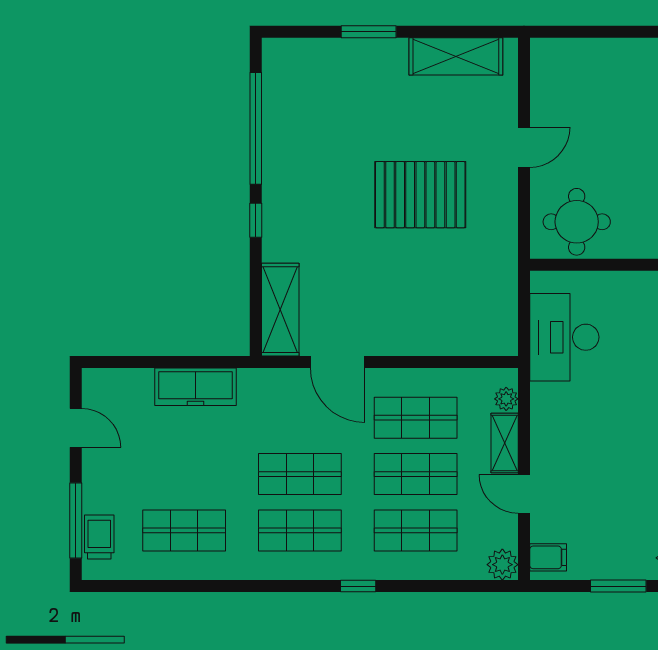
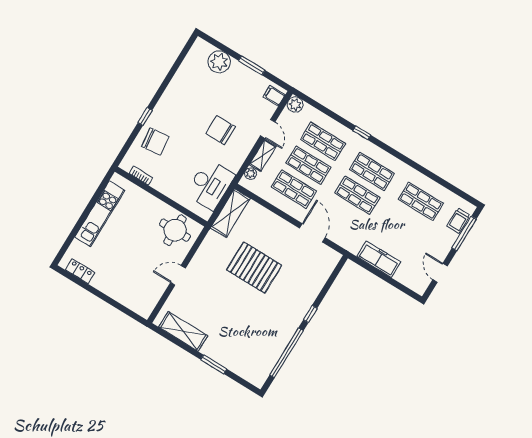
pallet: (420, 195) -> (254, 268), moved
shelving: (280, 310) -> (230, 213), moved
chair: (604, 442) -> (221, 130), added

